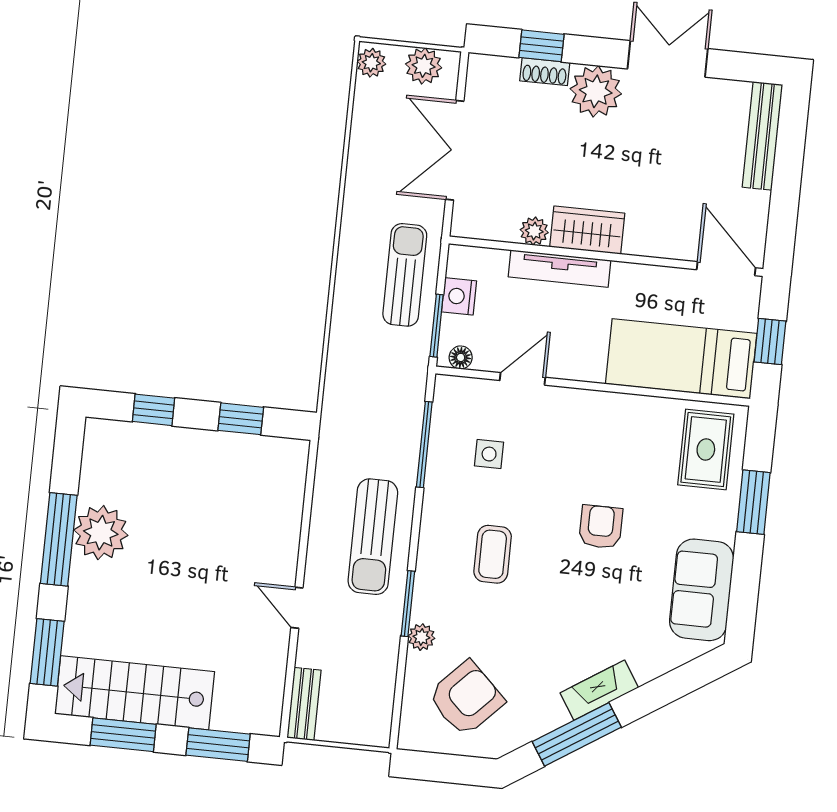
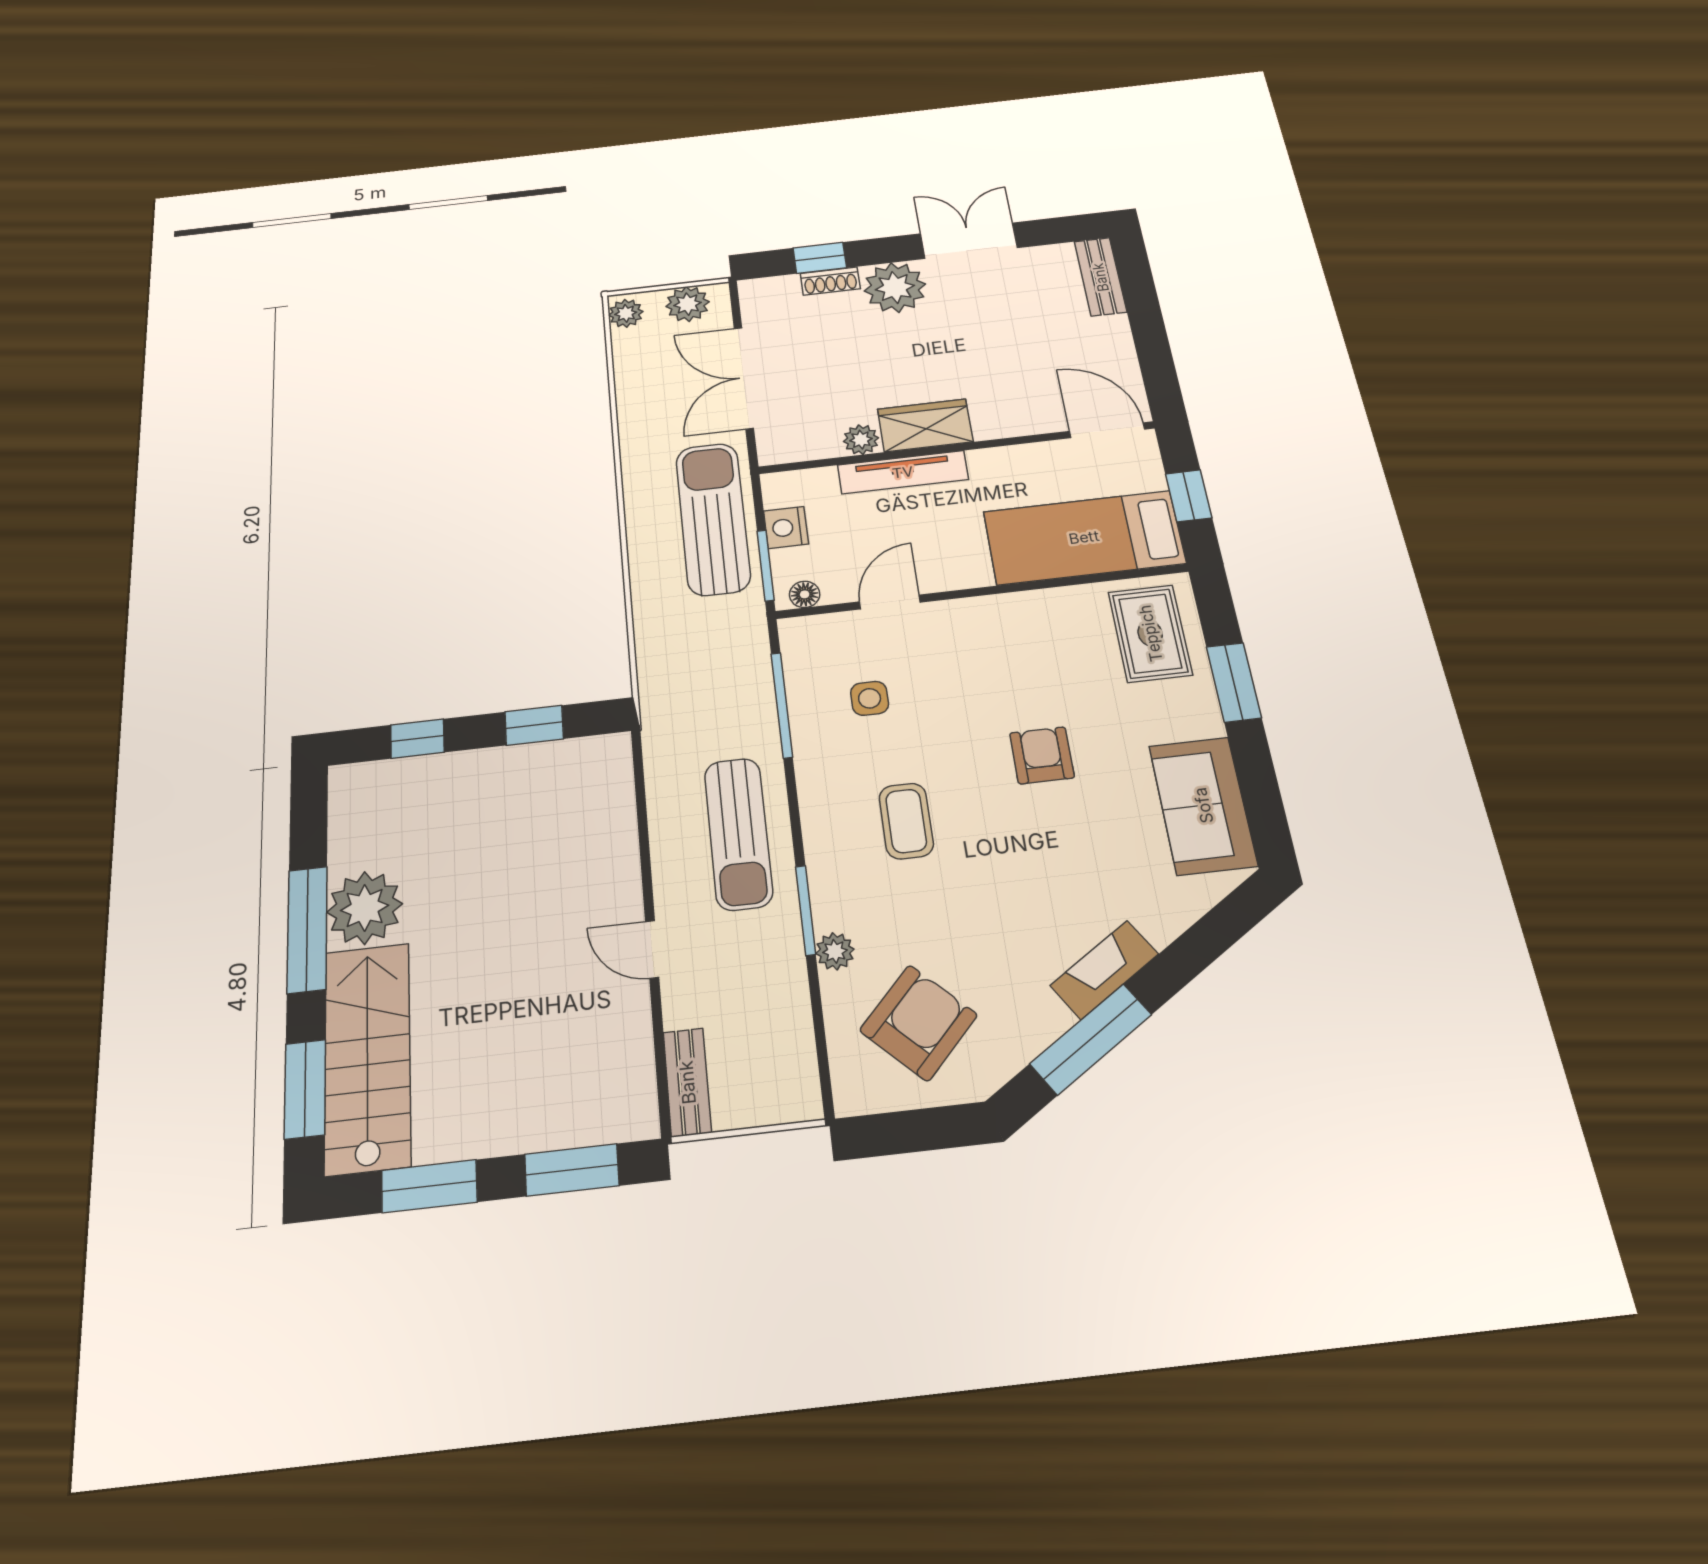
bench: (762, 136) -> (1100, 277), width x0.73
sun lounger: (405, 275) -> (713, 518), width x1.36, depth x1.34
stairs: (135, 693) -> (367, 1057), moved, turned 90

